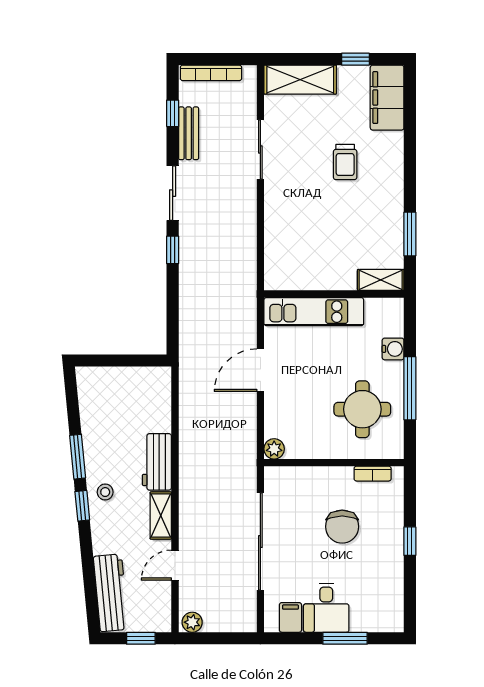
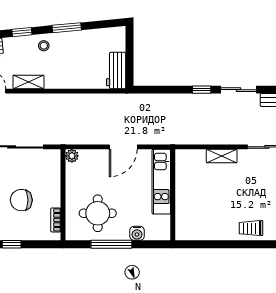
trolley: (345, 162) -> (251, 228), moved
window: (410, 234) -> (212, 244), removed
shelving: (381, 280) -> (222, 156), moved, turned 90
door: (260, 370) -> (123, 147), swing flipped
workbench: (157, 462) -> (116, 70), moved, turned -90
window: (82, 506) -> (22, 32), moved

